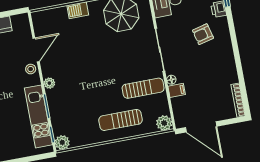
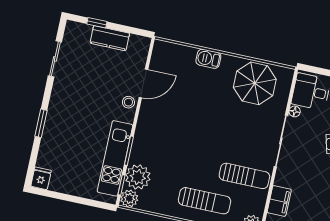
floor lamp: (171, 80) -> (295, 111), moved
plant: (49, 83) -> (138, 177), moved, width x1.87, depth x1.87
filing cabinet: (177, 90) -> (279, 201), width x2.00
sun lounger: (121, 120) -> (205, 201), turned 180

